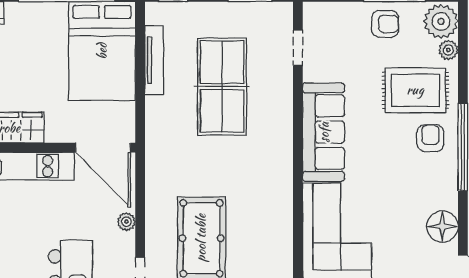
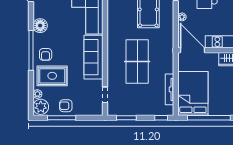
table tennis table: (222, 87) -> (137, 62), moved
floor lamp: (442, 227) -> (40, 26), moved

